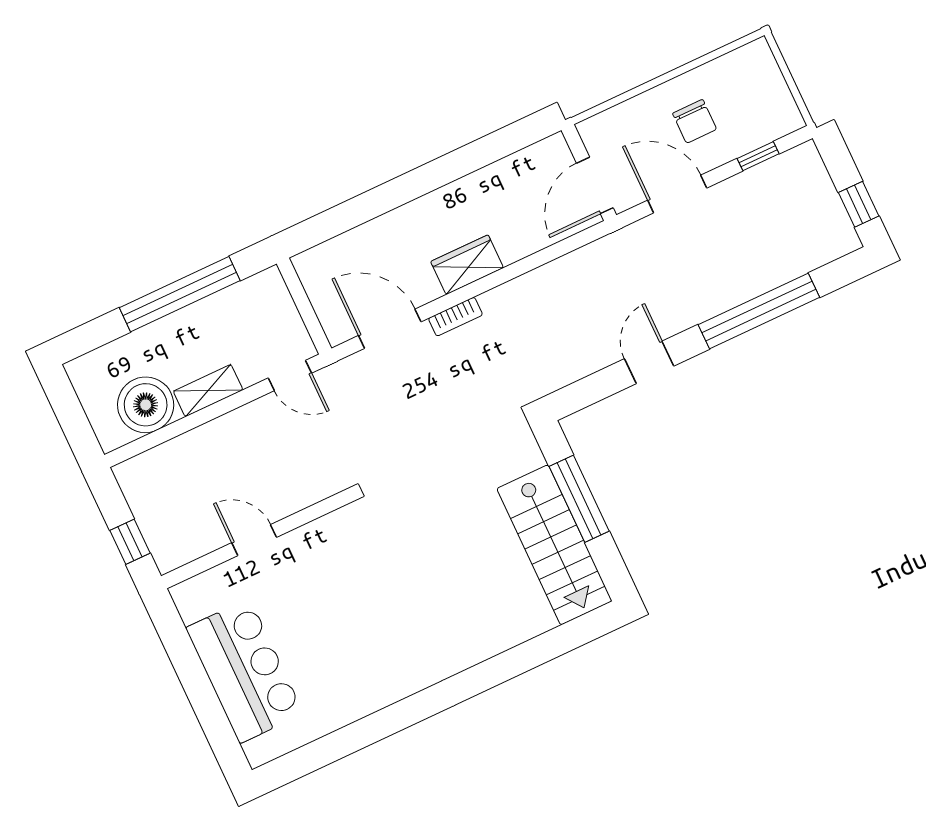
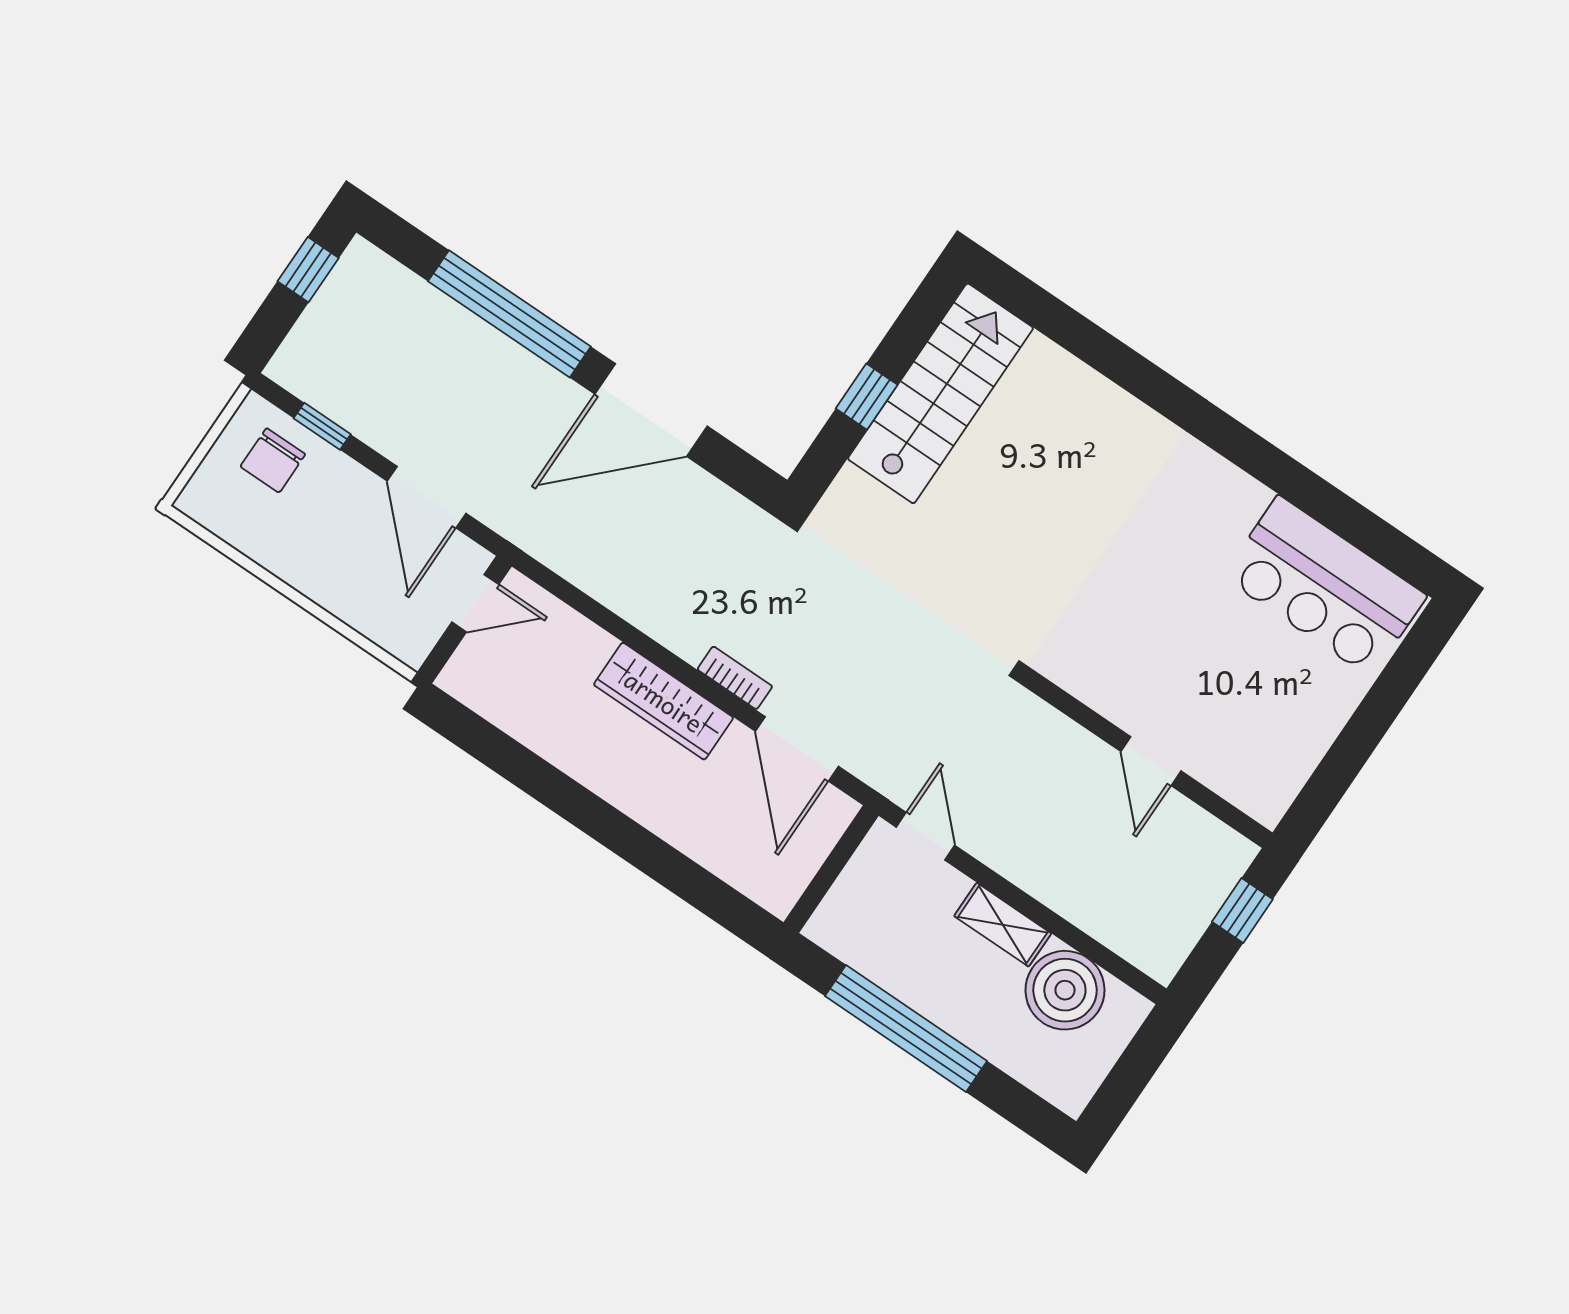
chair: (695, 121) -> (273, 460), moved, turned 180
door: (595, 185) -> (475, 603), width x0.73
wardrobe: (467, 265) -> (664, 701), width x1.50
door: (649, 362) -> (651, 410), width x1.87
window: (579, 499) -> (867, 397), width x0.46
bar counter: (245, 671) -> (1325, 586), moved, turned -90

